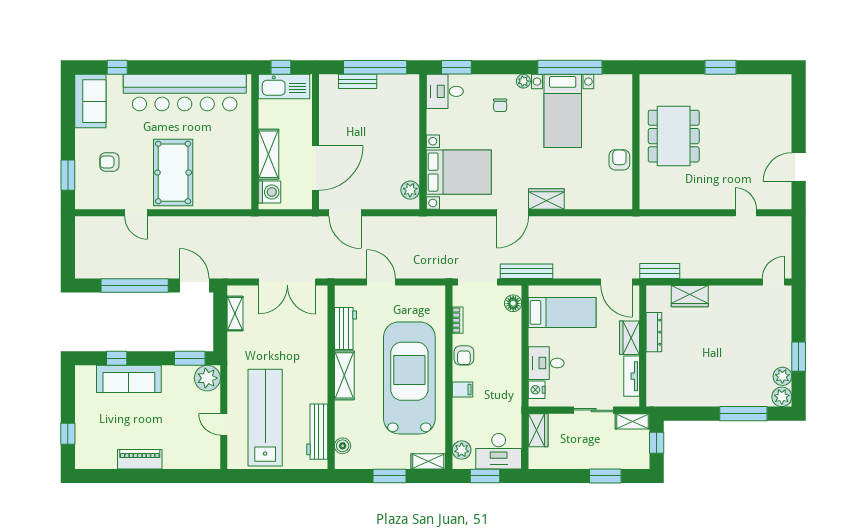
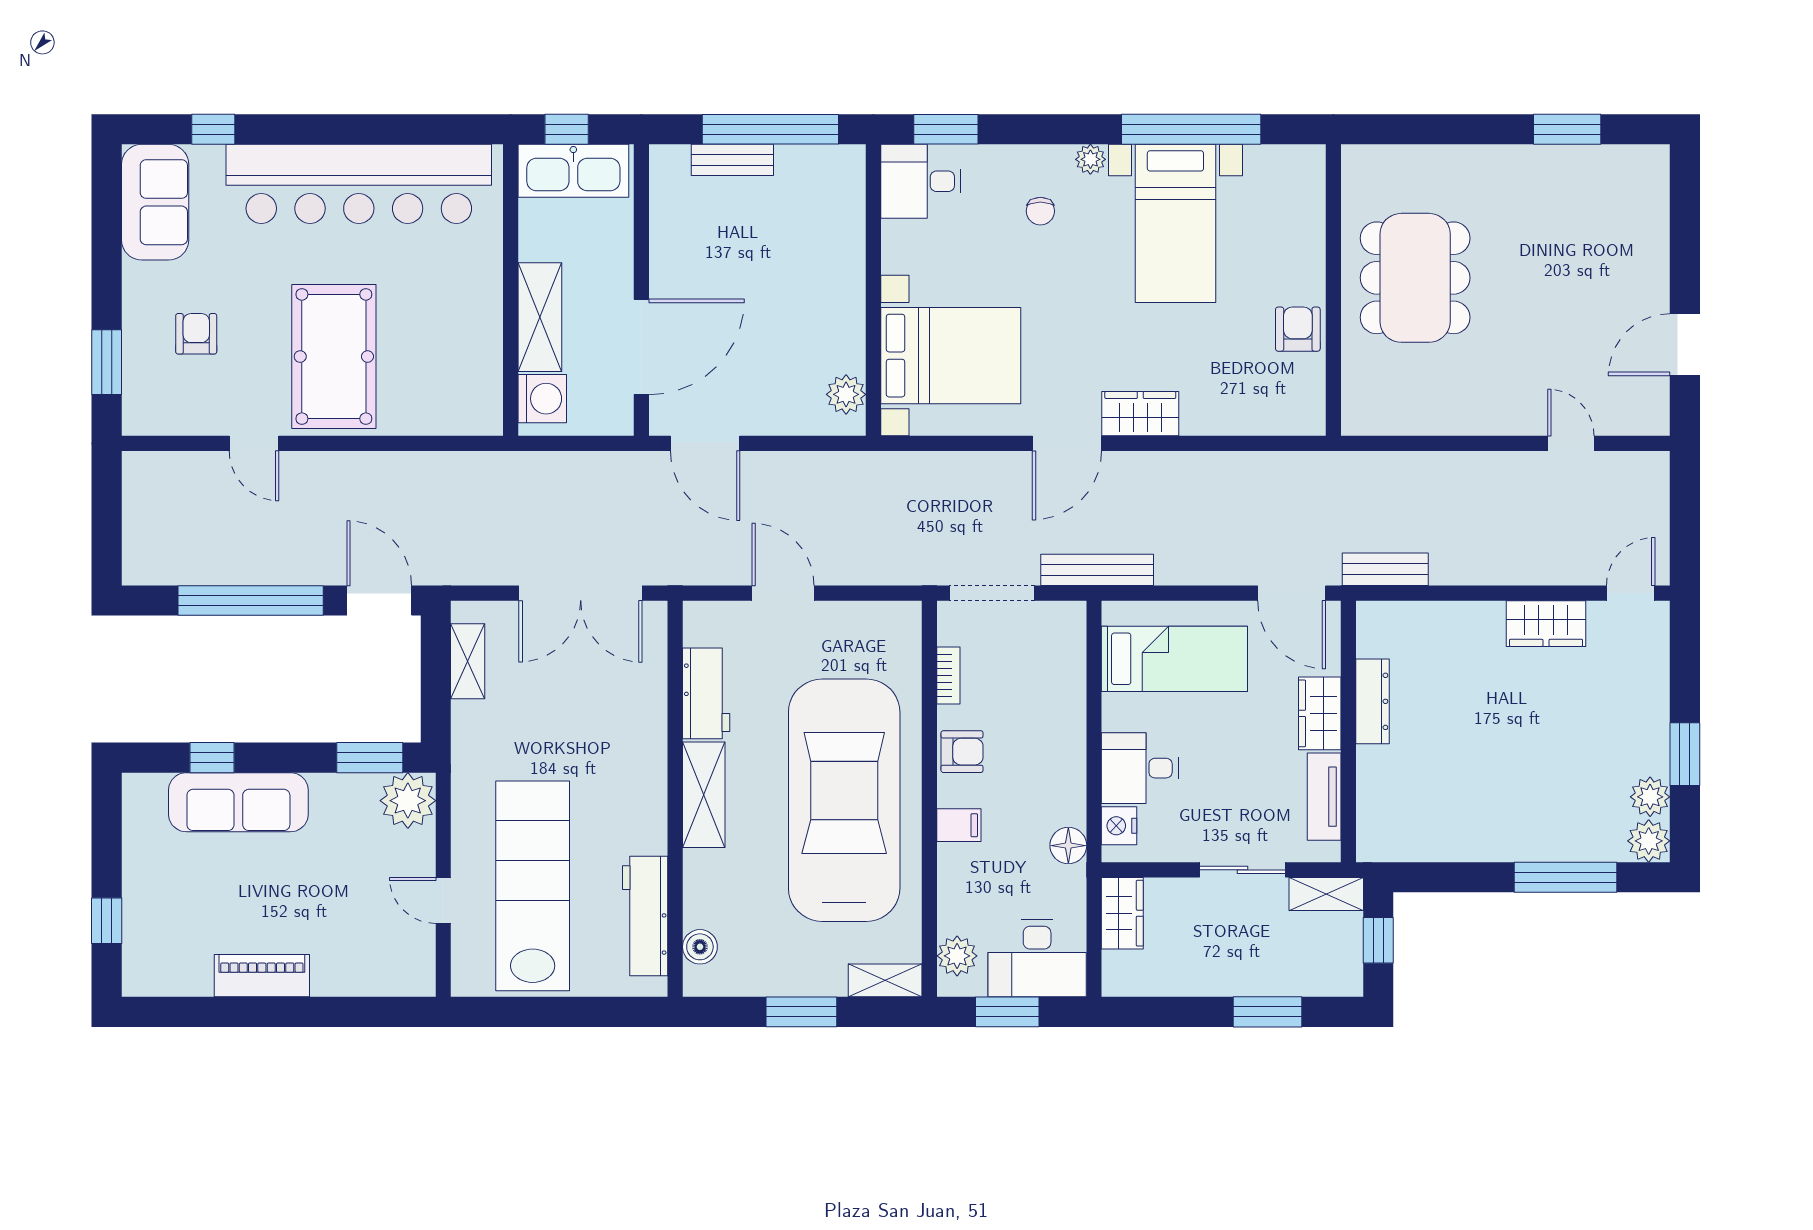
window: (721, 67) -> (1567, 129), moved
armchair: (109, 162) -> (196, 334), turned 90
wardrobe: (690, 296) -> (1546, 624), moved
floor lamp: (513, 303) -> (1068, 846), moved
armchair: (464, 355) -> (962, 752), turned -90

